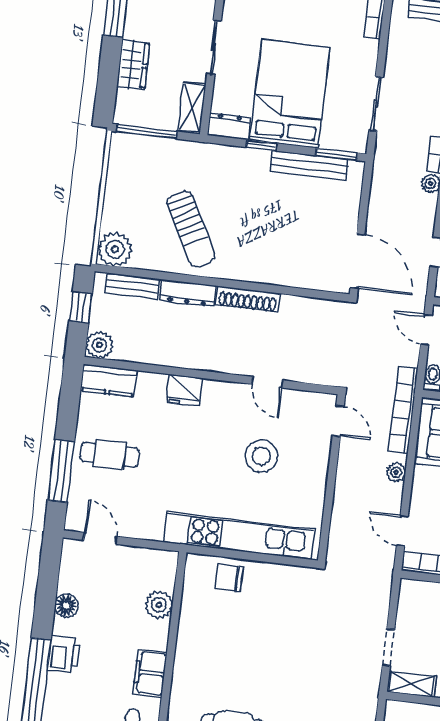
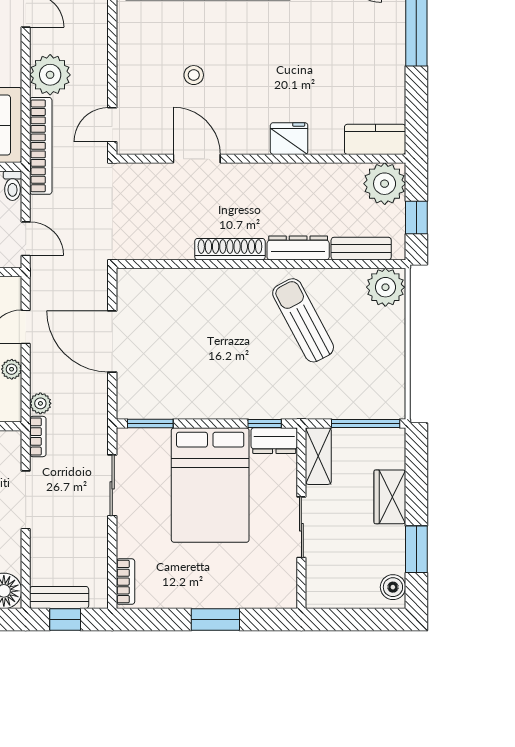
window: (261, 145) -> (265, 424), moved
bench: (309, 165) -> (179, 407), removed
door: (357, 261) -> (112, 341), moved
plant: (99, 345) -> (385, 184), width x1.36, depth x1.36
door: (267, 382) -> (197, 159), width x1.38
door: (338, 421) -> (112, 125), hinge flipped
cafe table: (110, 455) -> (364, 56), removed
stool: (261, 456) -> (194, 75), width x0.53, depth x0.53
plant: (396, 472) -> (50, 75), width x1.88, depth x1.88

